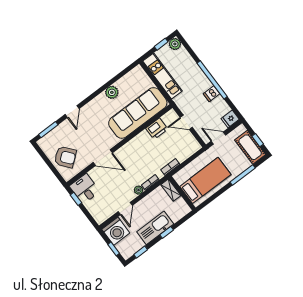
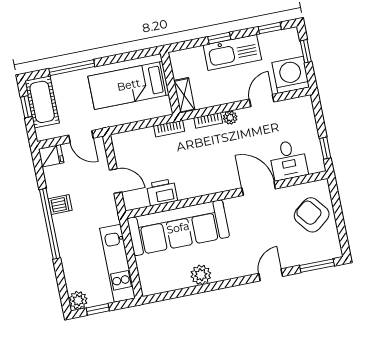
desk: (85, 189) -> (288, 160), moved

